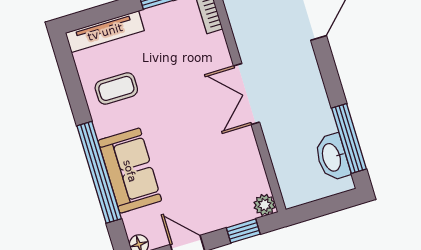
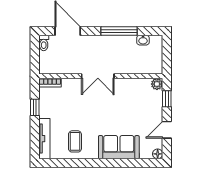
window: (349, 139) -> (119, 31), moved
washbasin: (332, 157) -> (143, 40), width x0.52, depth x0.69
window: (99, 172) -> (115, 163), removed

